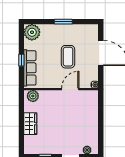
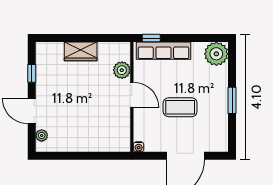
window: (21, 60) -> (151, 38), moved
door: (70, 89) -> (132, 95), moved
plant: (33, 96) -> (122, 70), moved

